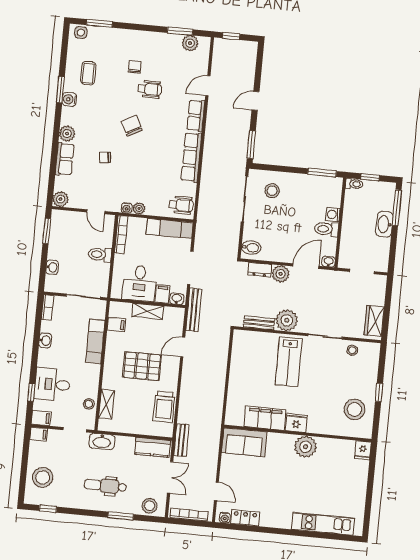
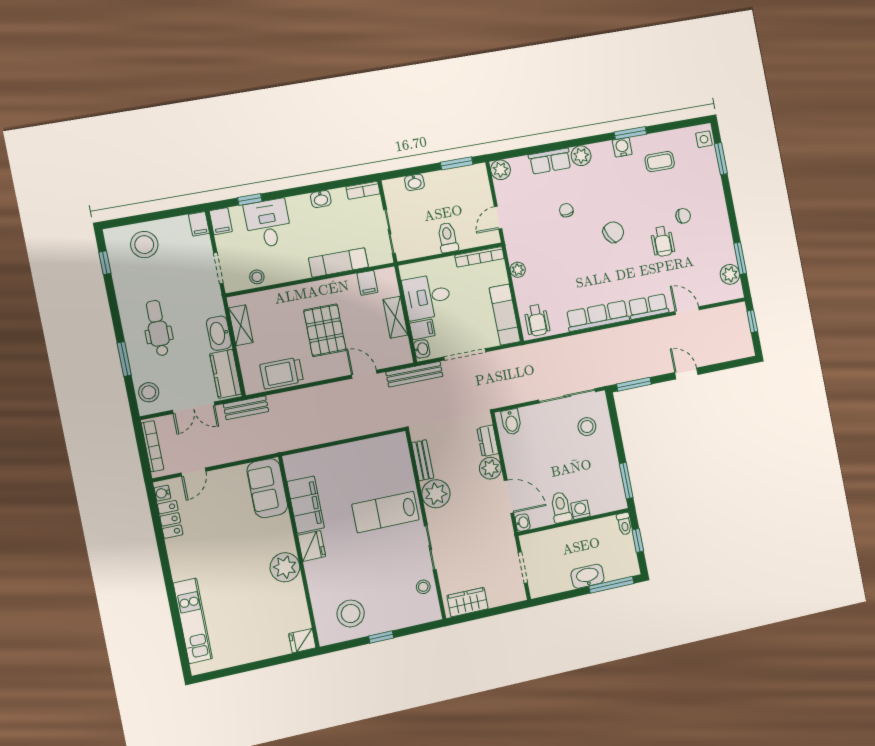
water cooler: (127, 208) -> (514, 254), removed
shelving: (107, 404) -> (241, 325), moved, turned 90
washbasin: (102, 442) -> (219, 333), moved

